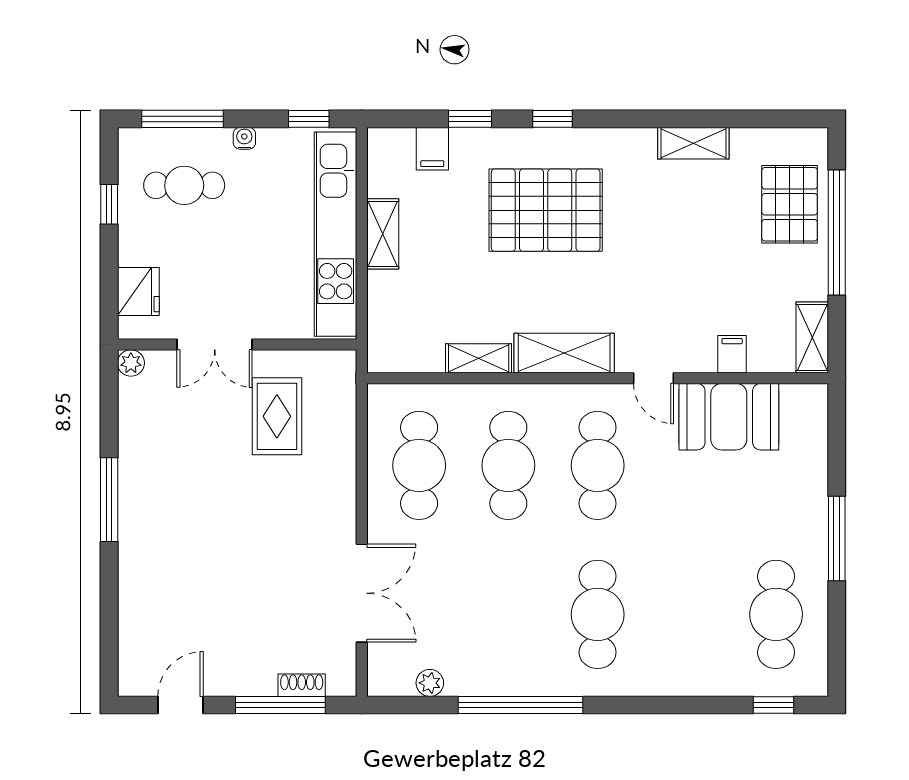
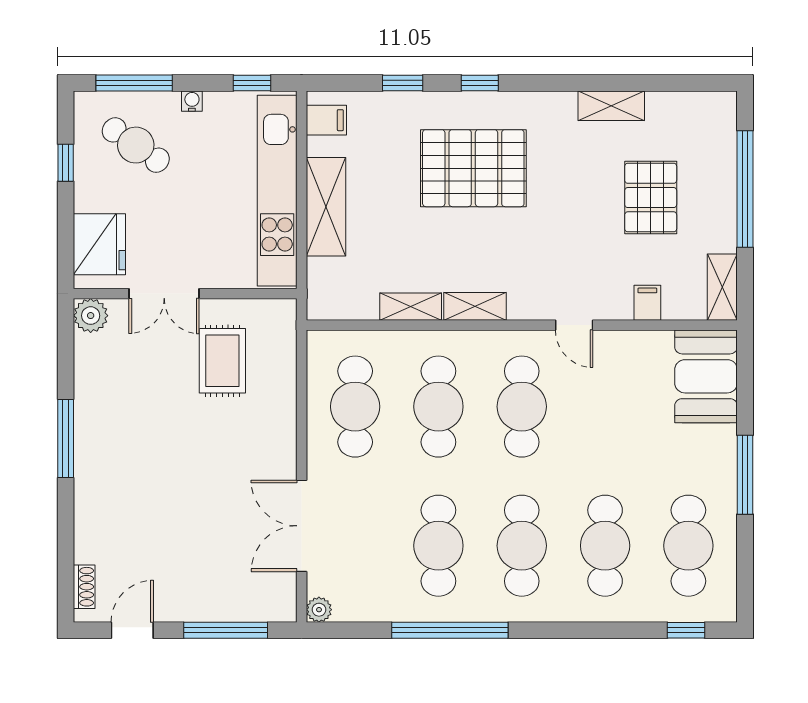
filing cabinet: (432, 149) -> (326, 120), moved, turned -90
cafe table: (184, 185) -> (136, 145), turned 35
pallet: (790, 204) -> (651, 198), moved
shelving: (383, 234) -> (326, 207), width x1.50, depth x1.33
fridge: (138, 292) -> (99, 244), width x1.36, depth x1.34
shelving: (564, 353) -> (475, 306), width x0.67, depth x0.75
plant: (131, 363) -> (91, 316), width x1.38, depth x1.38
booth: (729, 417) -> (706, 376), moved, turned 90
double door: (362, 593) -> (302, 526), swing flipped
cafe table: (508, 614) -> (438, 546), added
cafe table: (687, 614) -> (605, 546), added
plant: (430, 683) -> (319, 610), moved
shoe rack: (302, 685) -> (84, 587), moved, turned 90

